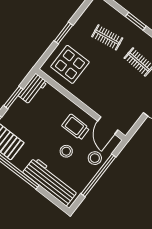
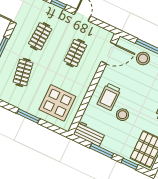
clothes rail: (115, 93) -> (75, 53), added
trolley: (76, 127) -> (109, 97), moved
stool: (66, 151) -> (122, 115), moved

